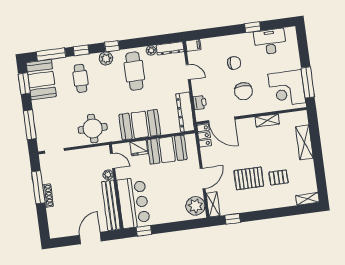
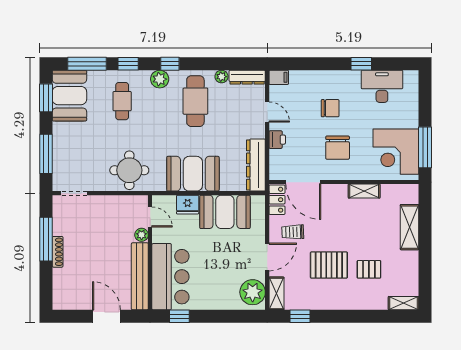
printer: (200, 103) -> (277, 140), moved
trolley: (219, 158) -> (293, 232), added
door: (90, 238) -> (106, 316), hinge flipped

